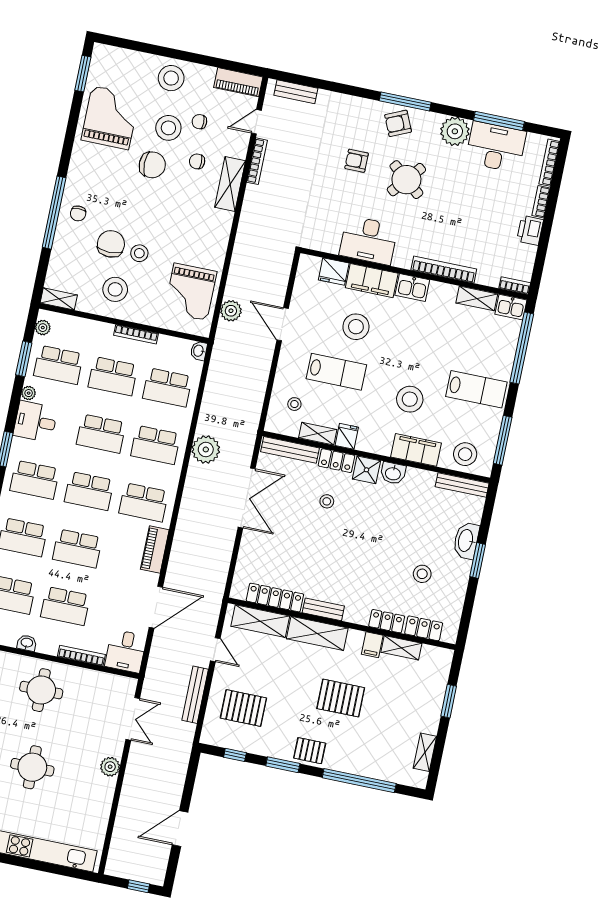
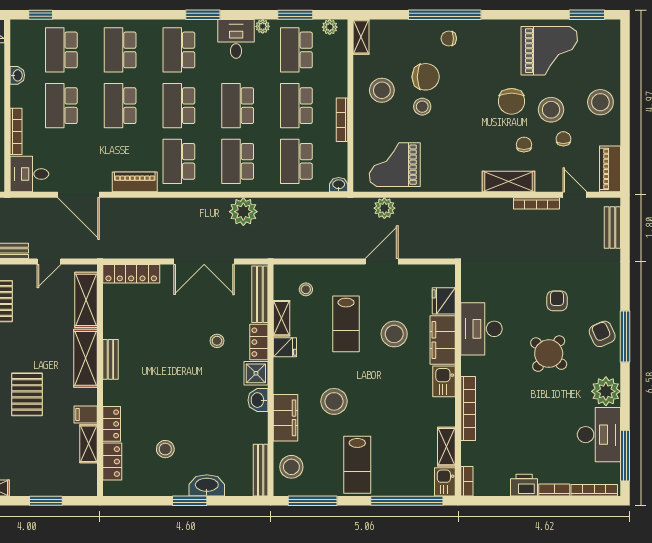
window: (499, 121) -> (625, 456), moved
locker: (275, 598) -> (131, 274), moved, turned 90

